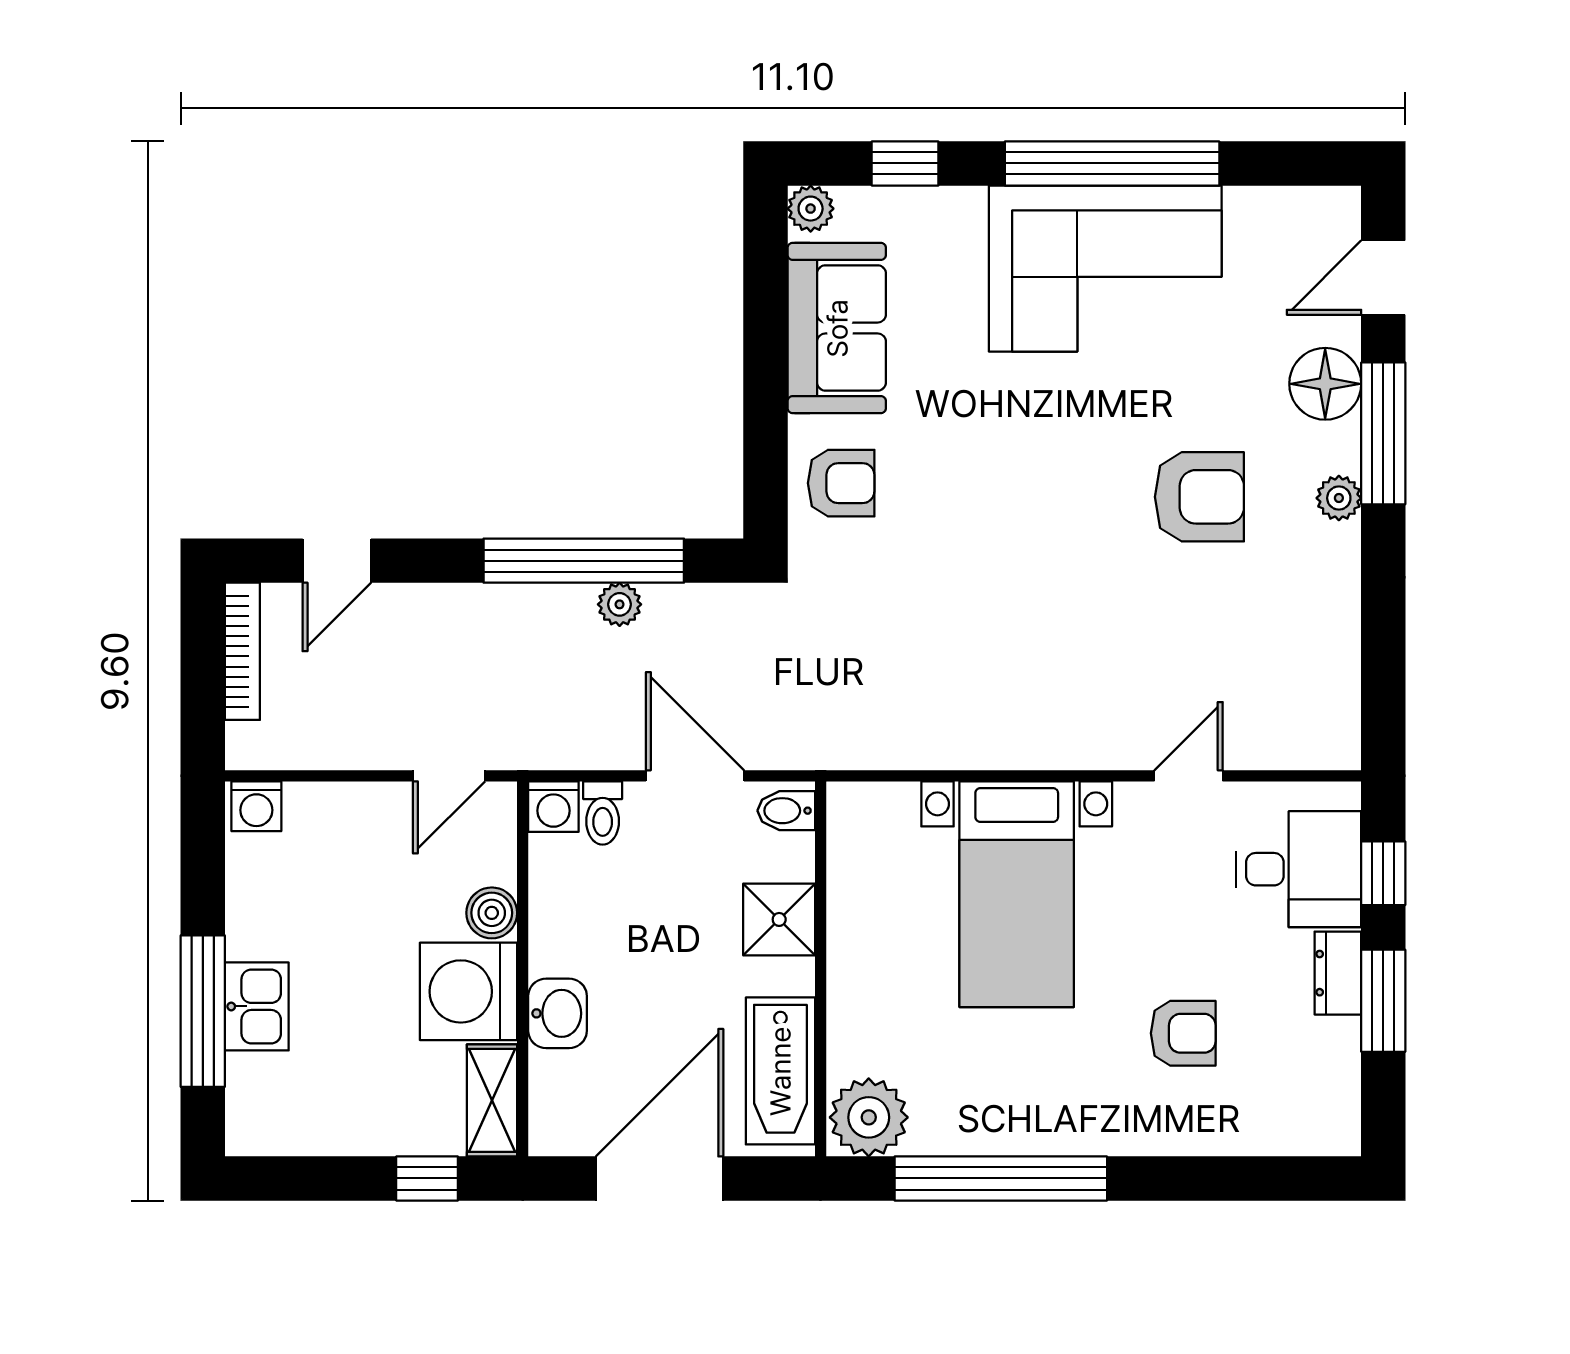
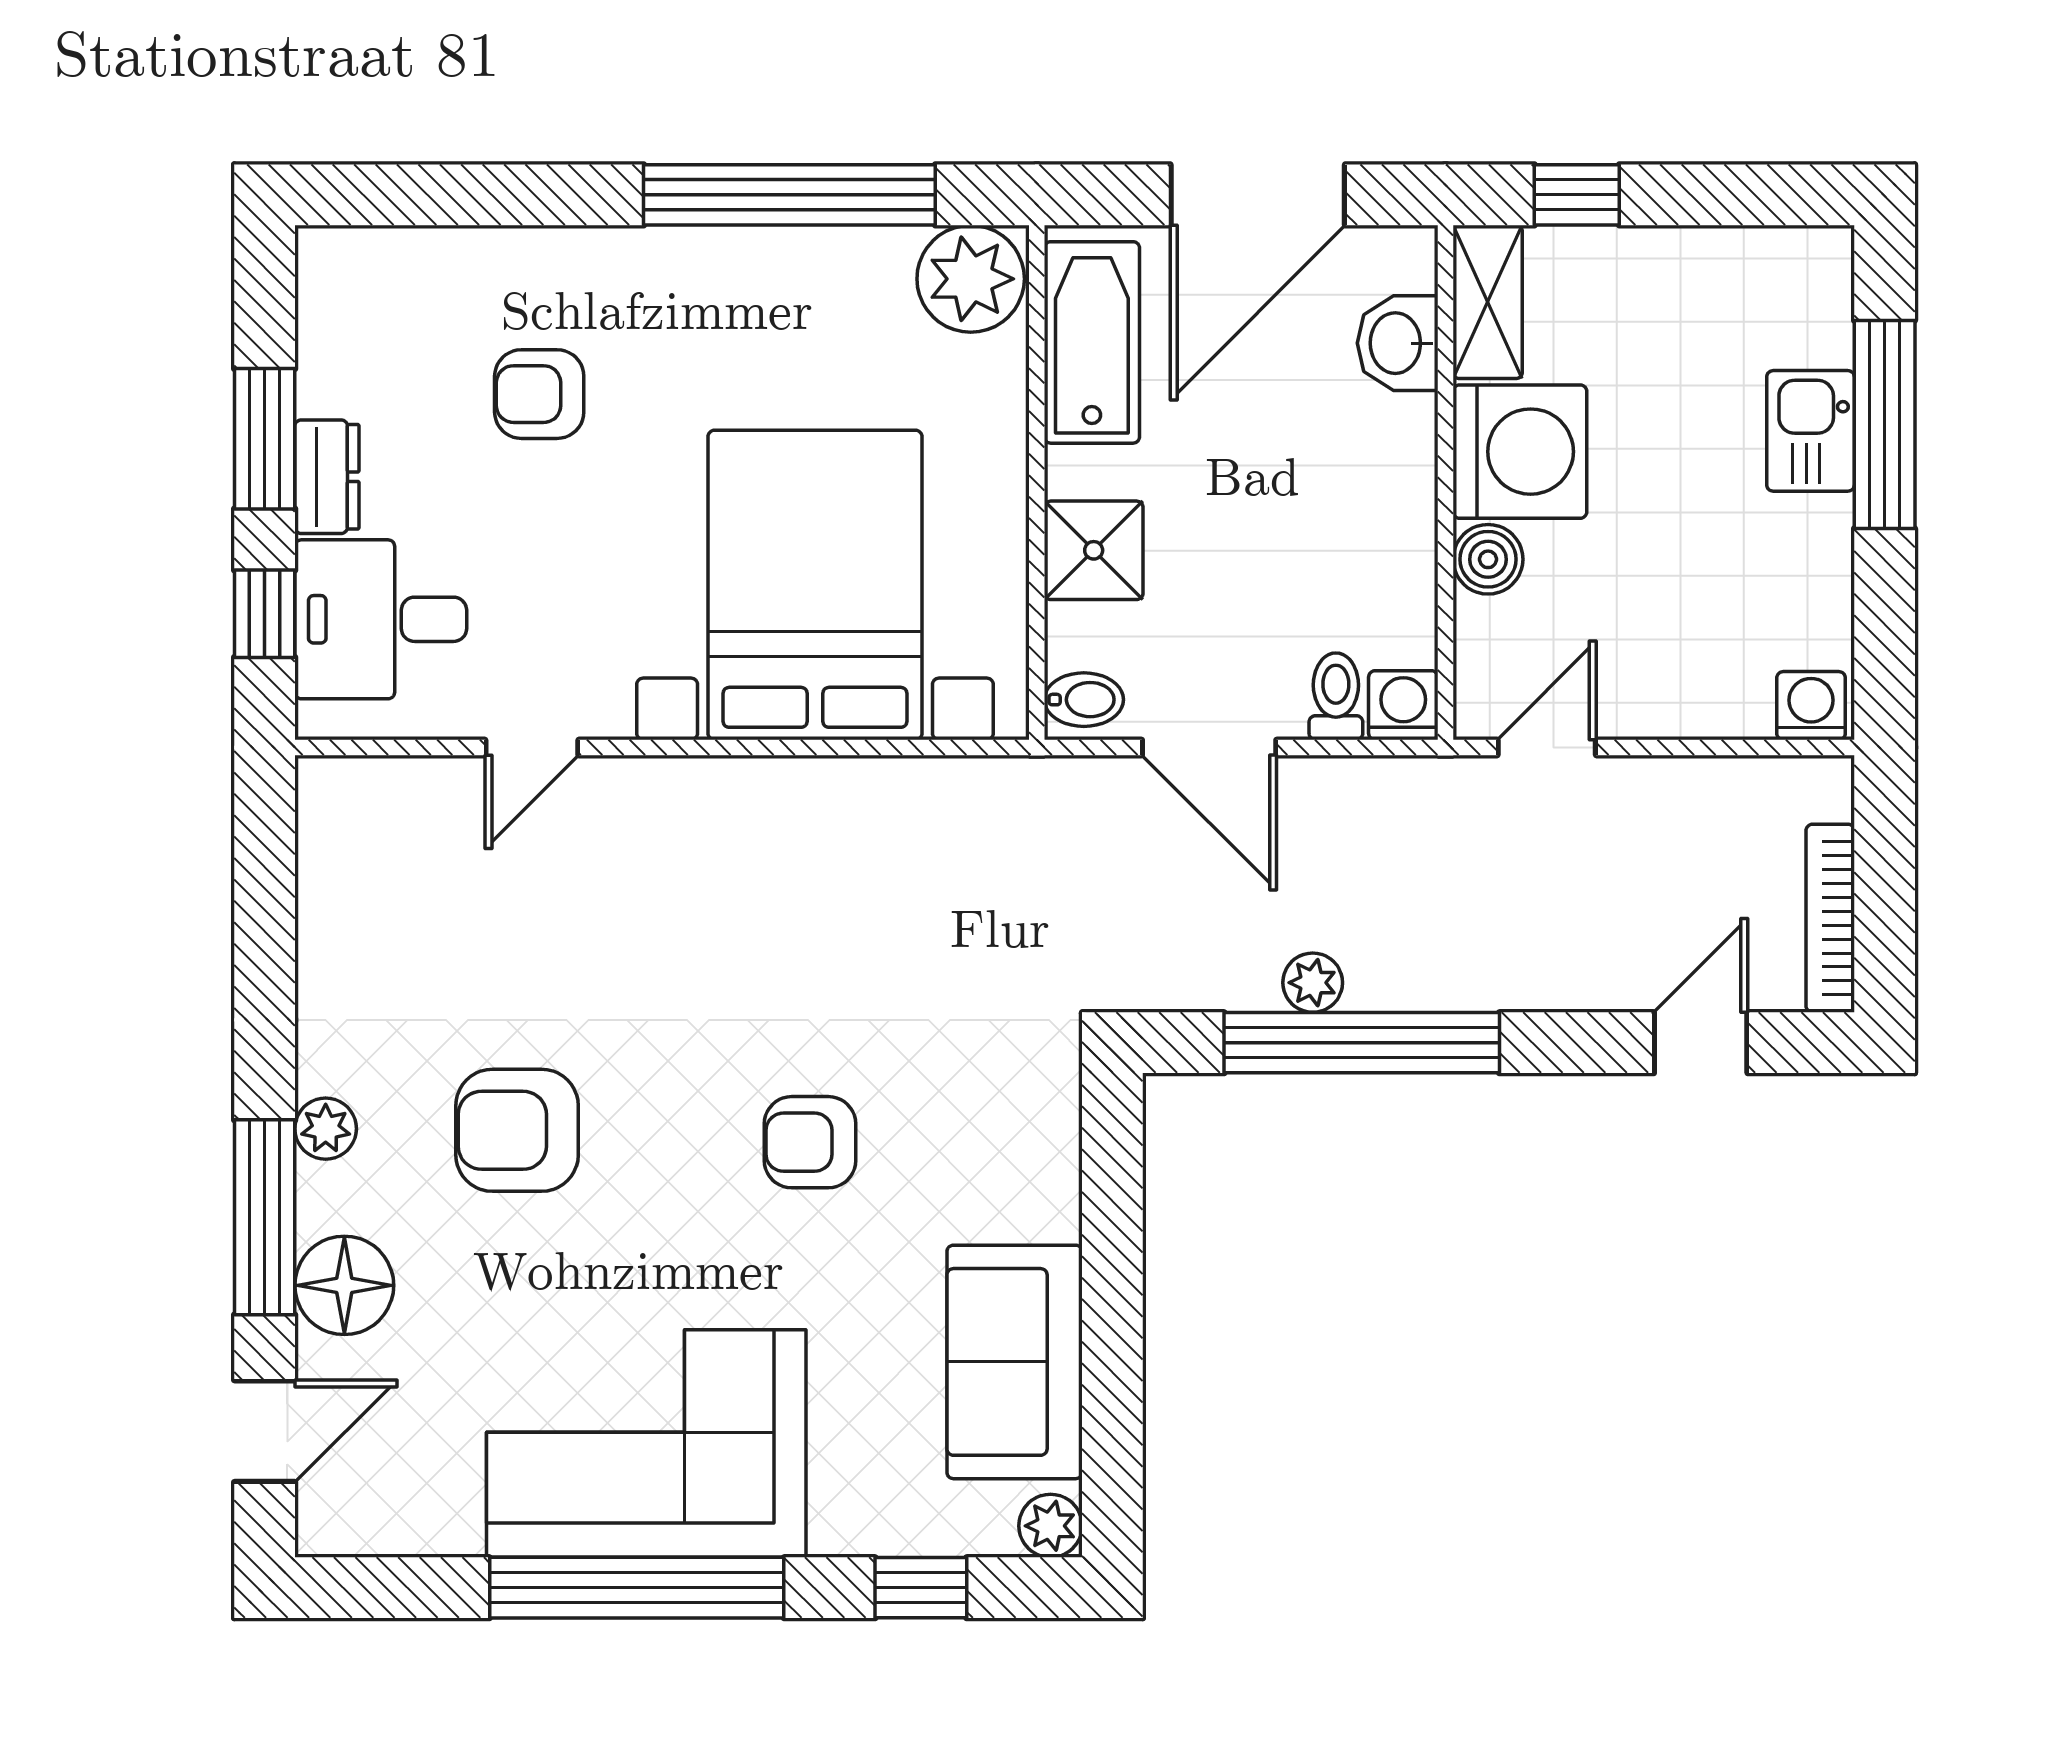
armchair: (841, 483) -> (810, 1142), moved
bed with nightstands: (1017, 894) -> (815, 585), width x1.36
washbasin: (558, 1013) -> (1398, 343), moved

